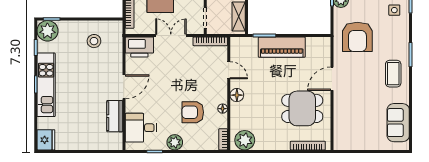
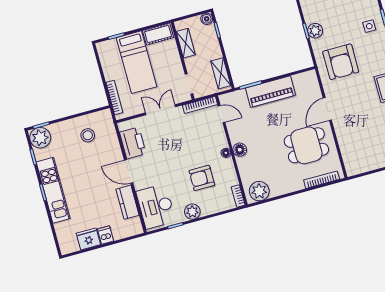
printer: (139, 47) -> (133, 143), moved, turned -90
door: (229, 70) -> (222, 114), moved
door: (124, 87) -> (129, 172), swing flipped
floor lamp: (223, 109) -> (226, 153), moved
desk: (141, 128) -> (156, 206), width x1.37
fridge: (46, 140) -> (88, 239), moved, turned -90
dishwasher: (85, 142) -> (106, 235), added

